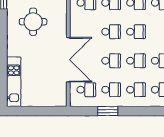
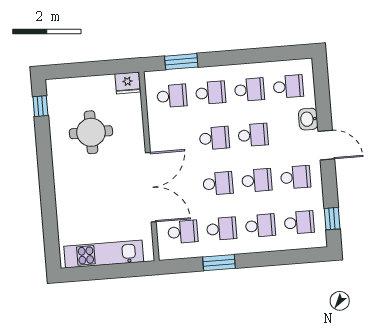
kitchen unit: (14, 82) -> (104, 254), moved, turned -90

